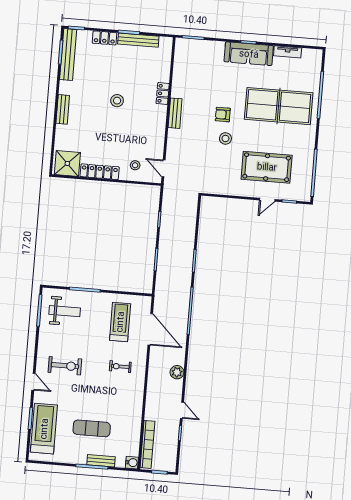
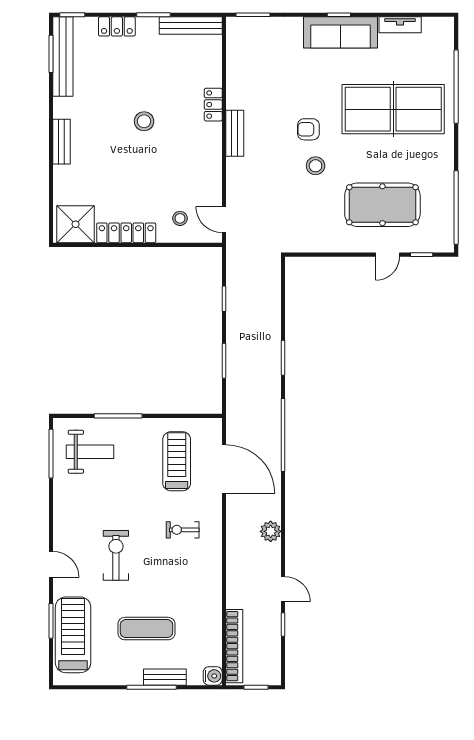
bench: (138, 40) -> (191, 26), moved
exercise bike: (65, 366) -> (116, 555), moved, turned -90

